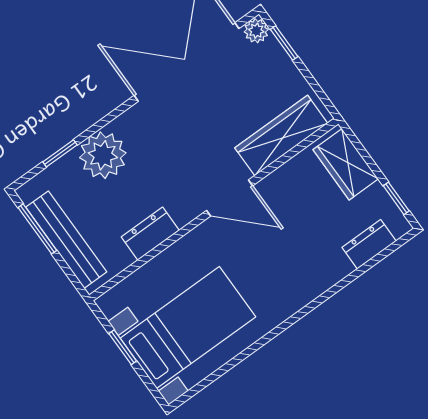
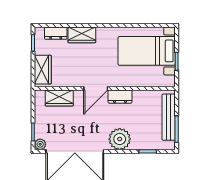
wardrobe: (281, 136) -> (59, 98), width x0.67
plant: (103, 155) -> (120, 139), moved
door: (230, 198) -> (96, 88), swing flipped
dresser: (150, 234) -> (120, 97), moved
wardrobe: (321, 274) -> (82, 35), added

